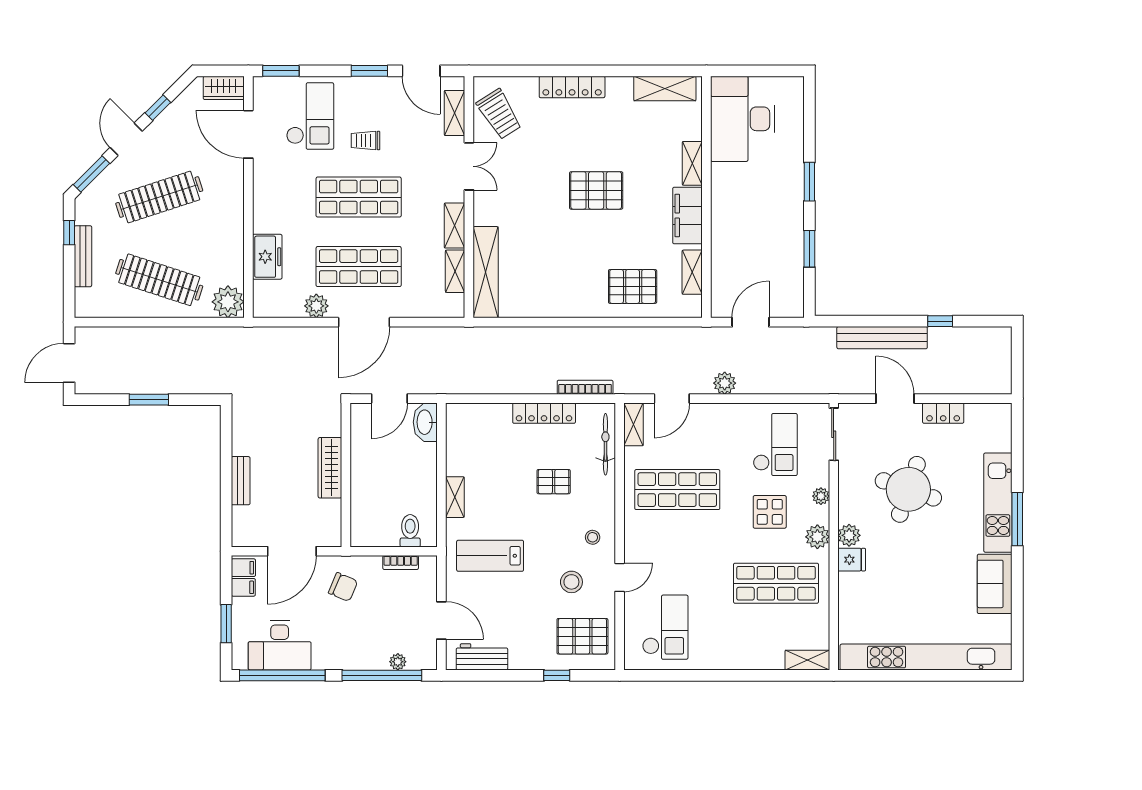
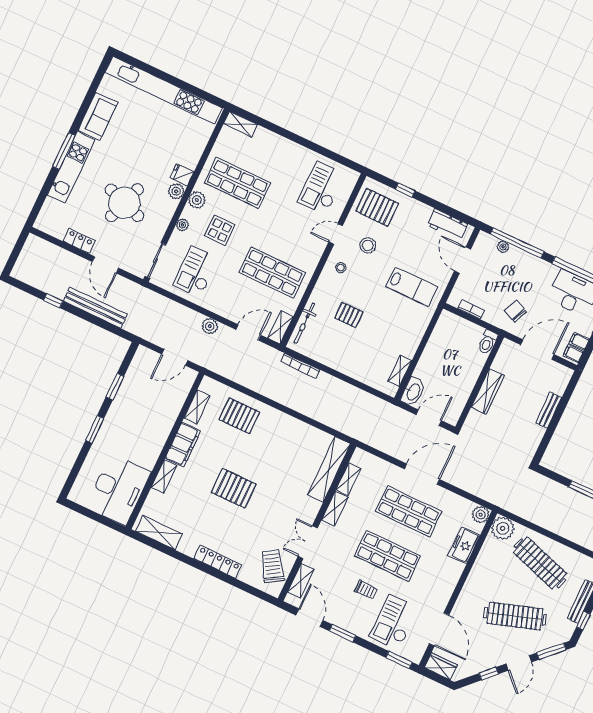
plant: (316, 306) -> (481, 515), moved
locker: (544, 413) -> (334, 362), removed
shelving: (455, 497) -> (400, 371), moved
toilet: (410, 531) -> (487, 342), moved

